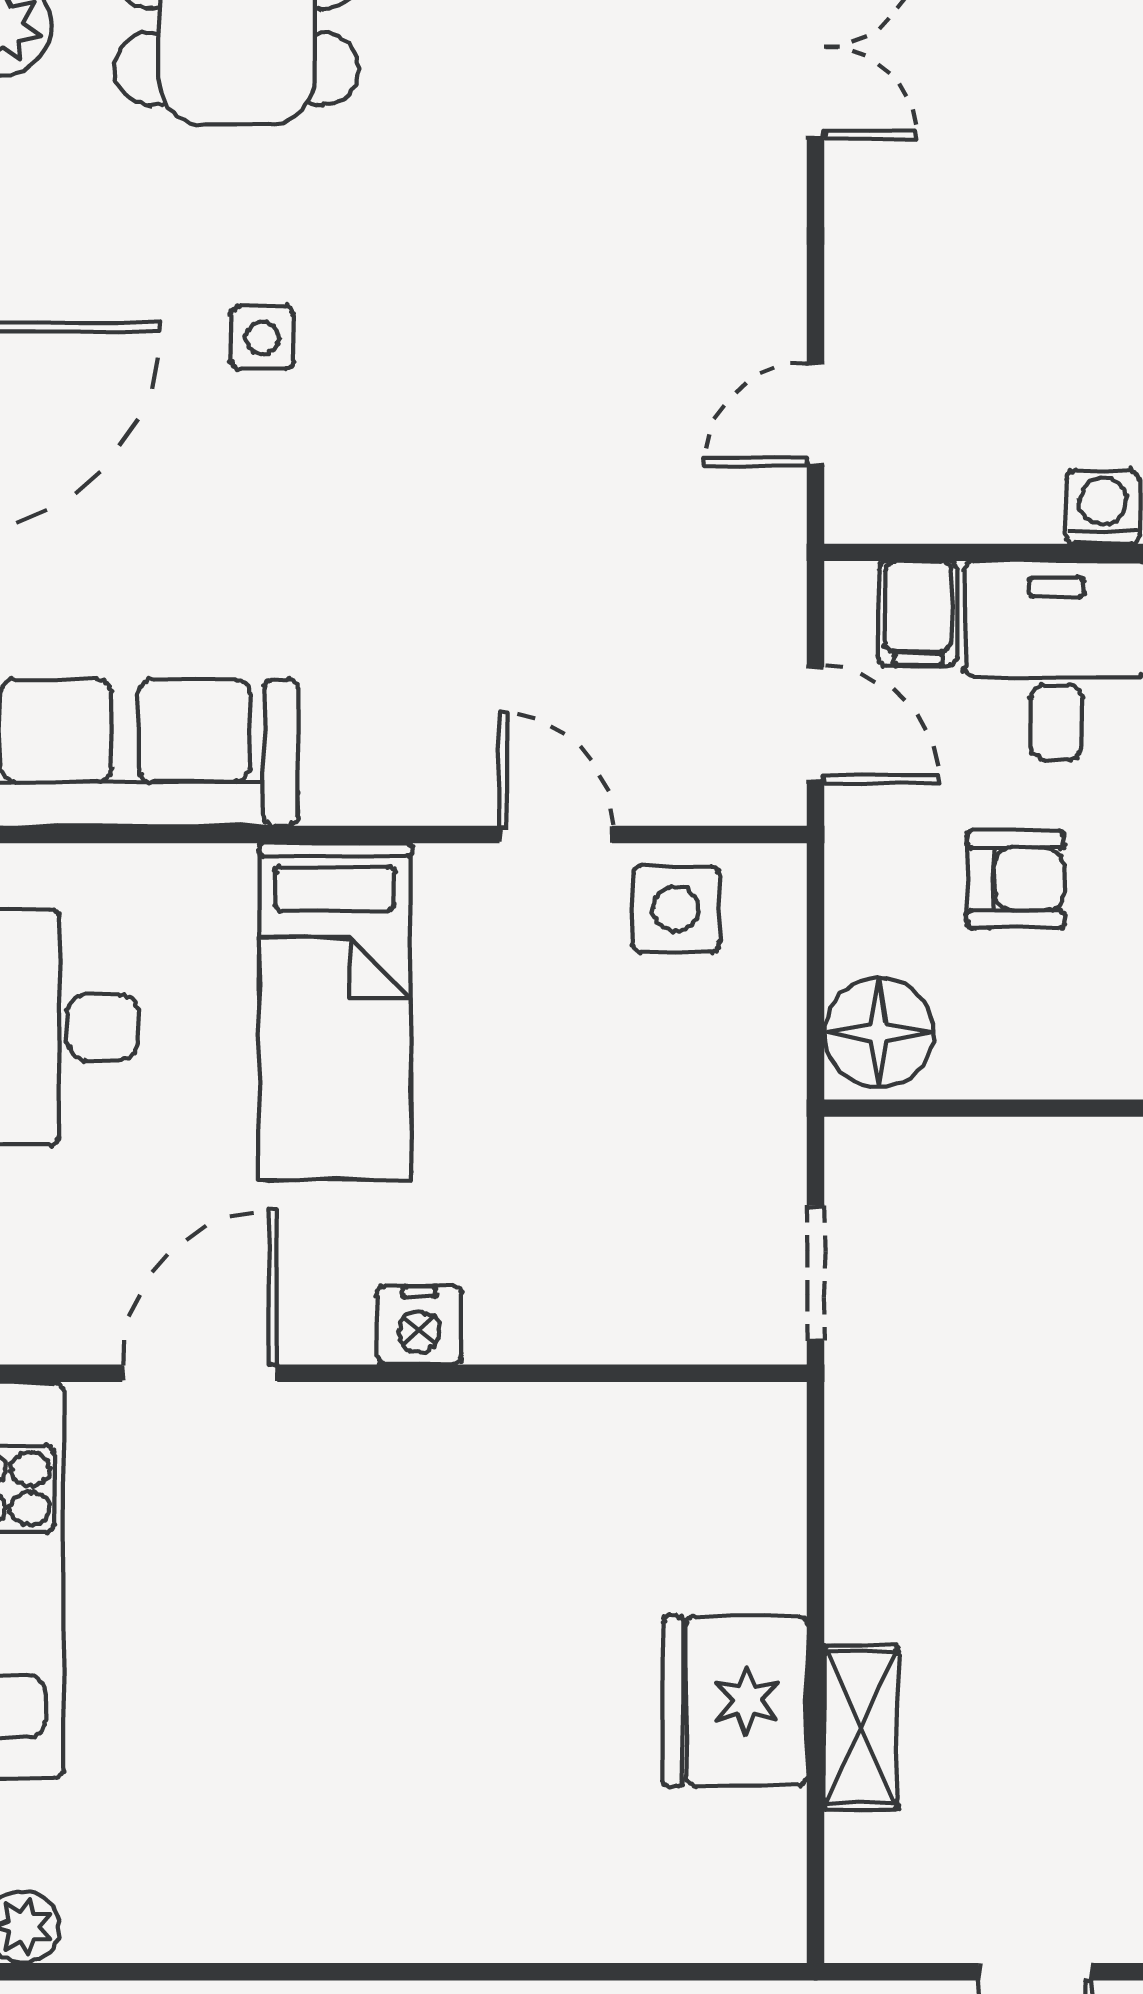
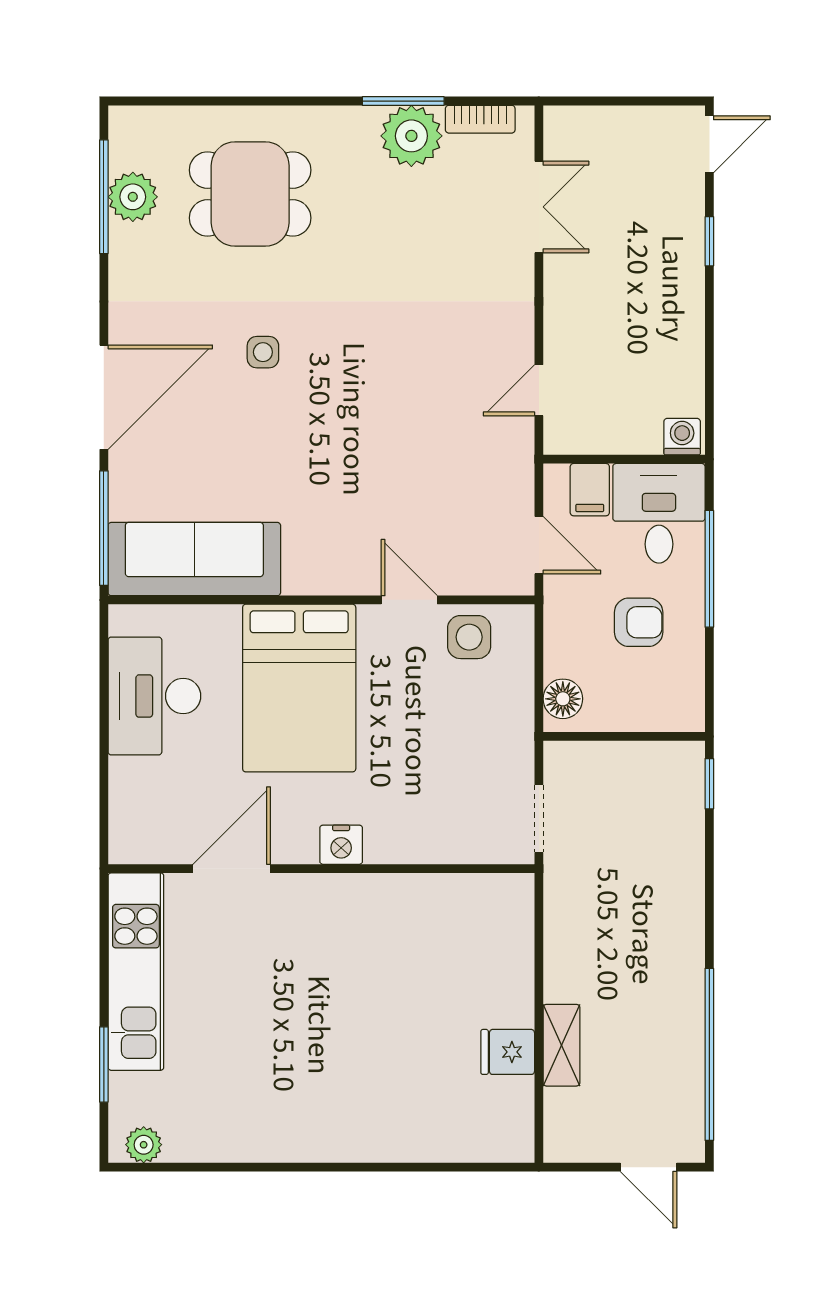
bed: (335, 1011) -> (299, 688), width x1.50
floor lamp: (879, 1033) -> (563, 699), width x0.73, depth x0.73
fridge: (735, 1701) -> (508, 1052), width x0.53, depth x0.75

